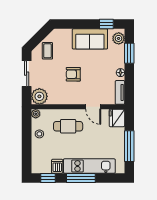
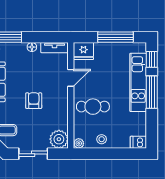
armchair: (73, 74) -> (34, 101), turned 180
cafe table: (68, 126) -> (93, 107), turned 90
dishwasher: (57, 166) -> (138, 142), moved
window: (48, 178) -> (152, 59), moved

